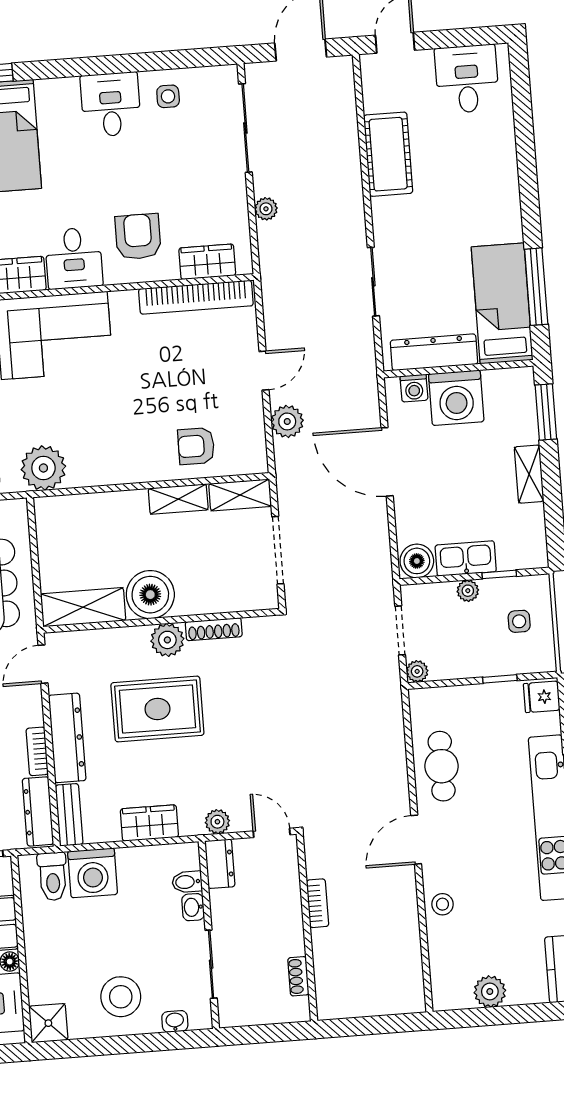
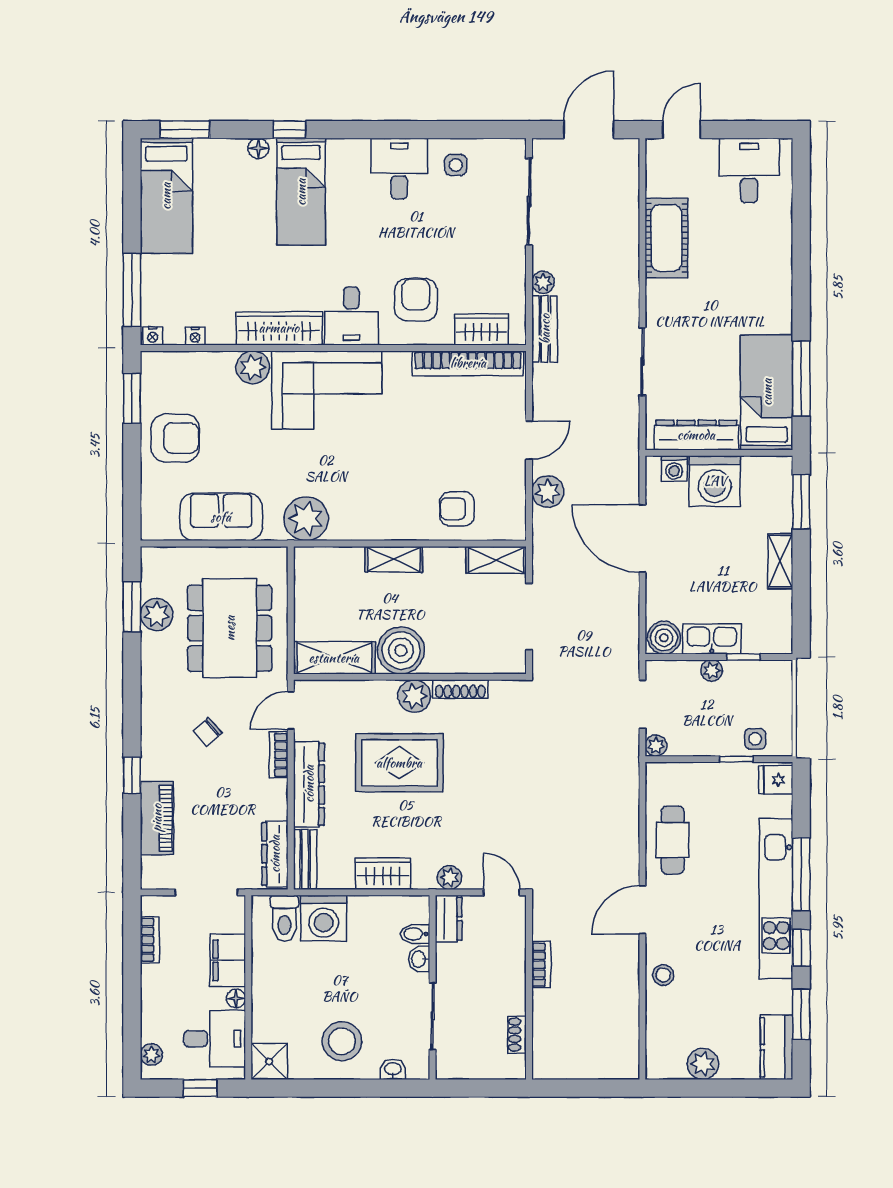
bench: (271, 256) -> (545, 329), added
shelving: (178, 499) -> (394, 559), moved
side table: (519, 621) -> (755, 739), moved
bookcase: (37, 751) -> (279, 755), moved

